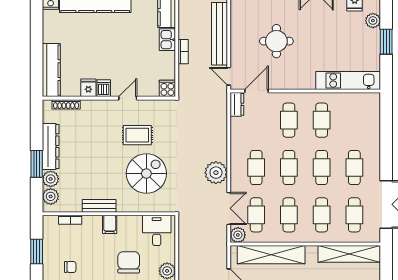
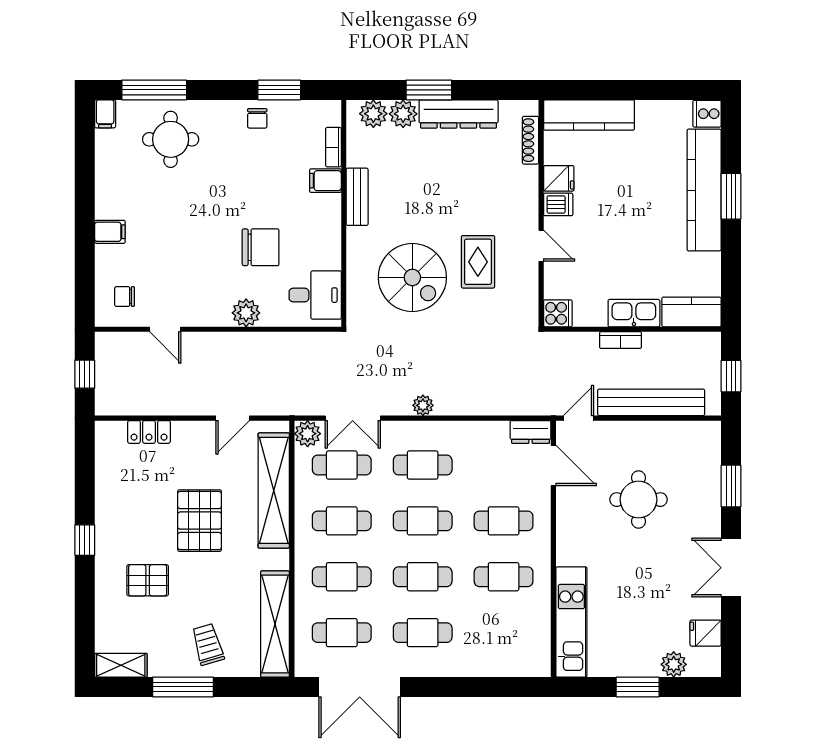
kitchen sink: (167, 40) -> (634, 313), width x1.38
plant: (216, 173) -> (423, 405), width x0.53, depth x0.53
filing cabinet: (110, 224) -> (325, 181), moved
chair: (70, 267) -> (257, 118), moved

